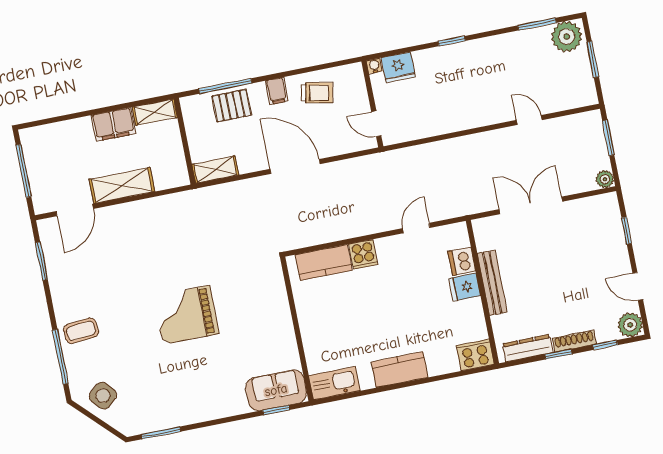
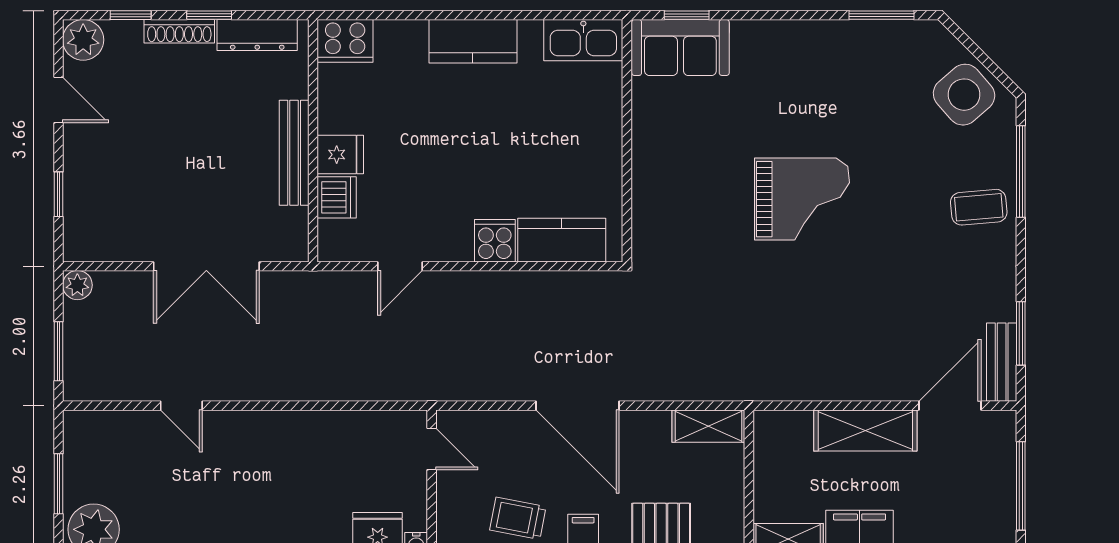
bench: (49, 242) -> (1002, 362), added
side table: (103, 396) -> (964, 95), width x1.37, depth x1.37

